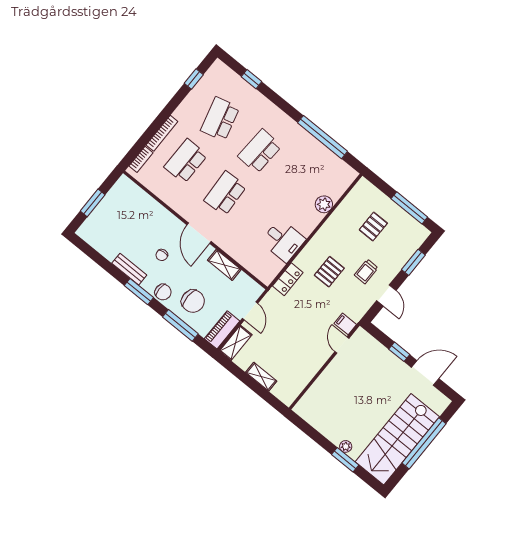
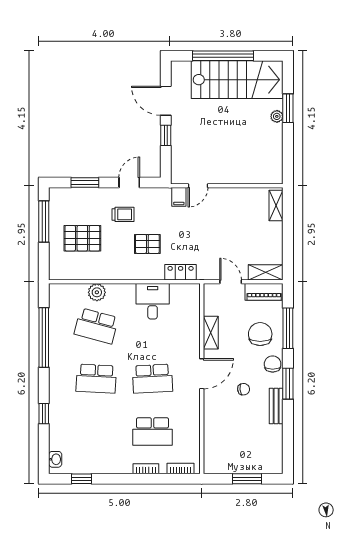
washbasin: (224, 71) -> (55, 459), added
window: (251, 79) -> (44, 414), moved
school desk: (220, 119) -> (96, 326), moved, turned 30
bookcase: (162, 133) -> (146, 469), width x0.64
pallet: (373, 227) -> (82, 238), width x1.50, depth x1.42
door: (250, 311) -> (231, 282), hinge flipped
shelving: (261, 377) -> (276, 205), moved

